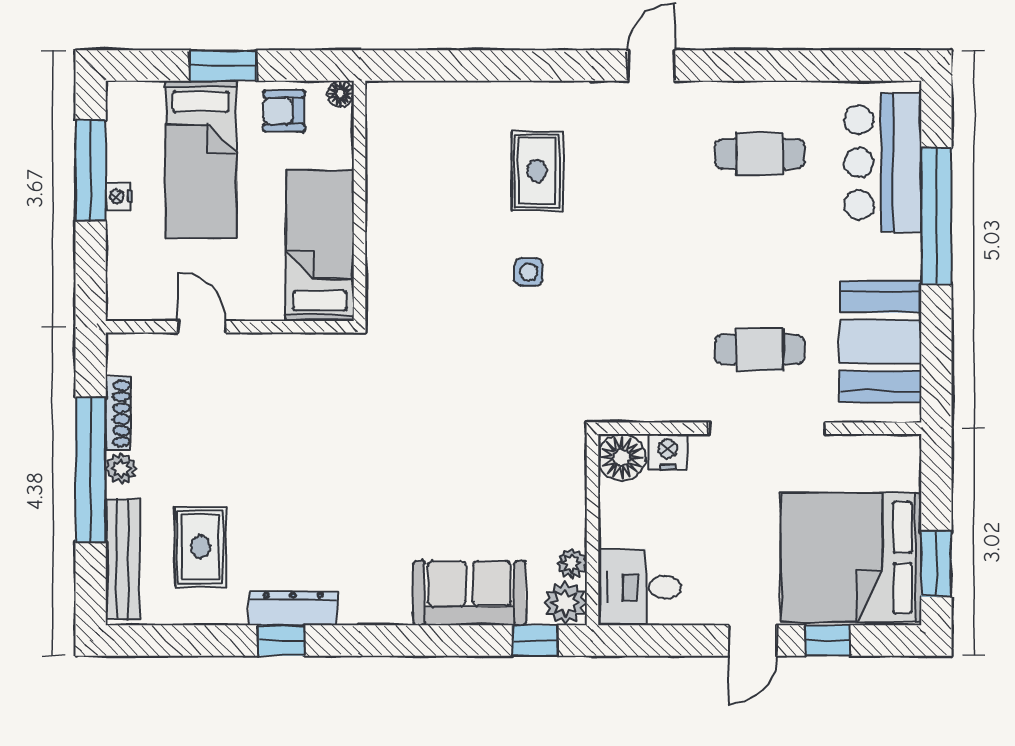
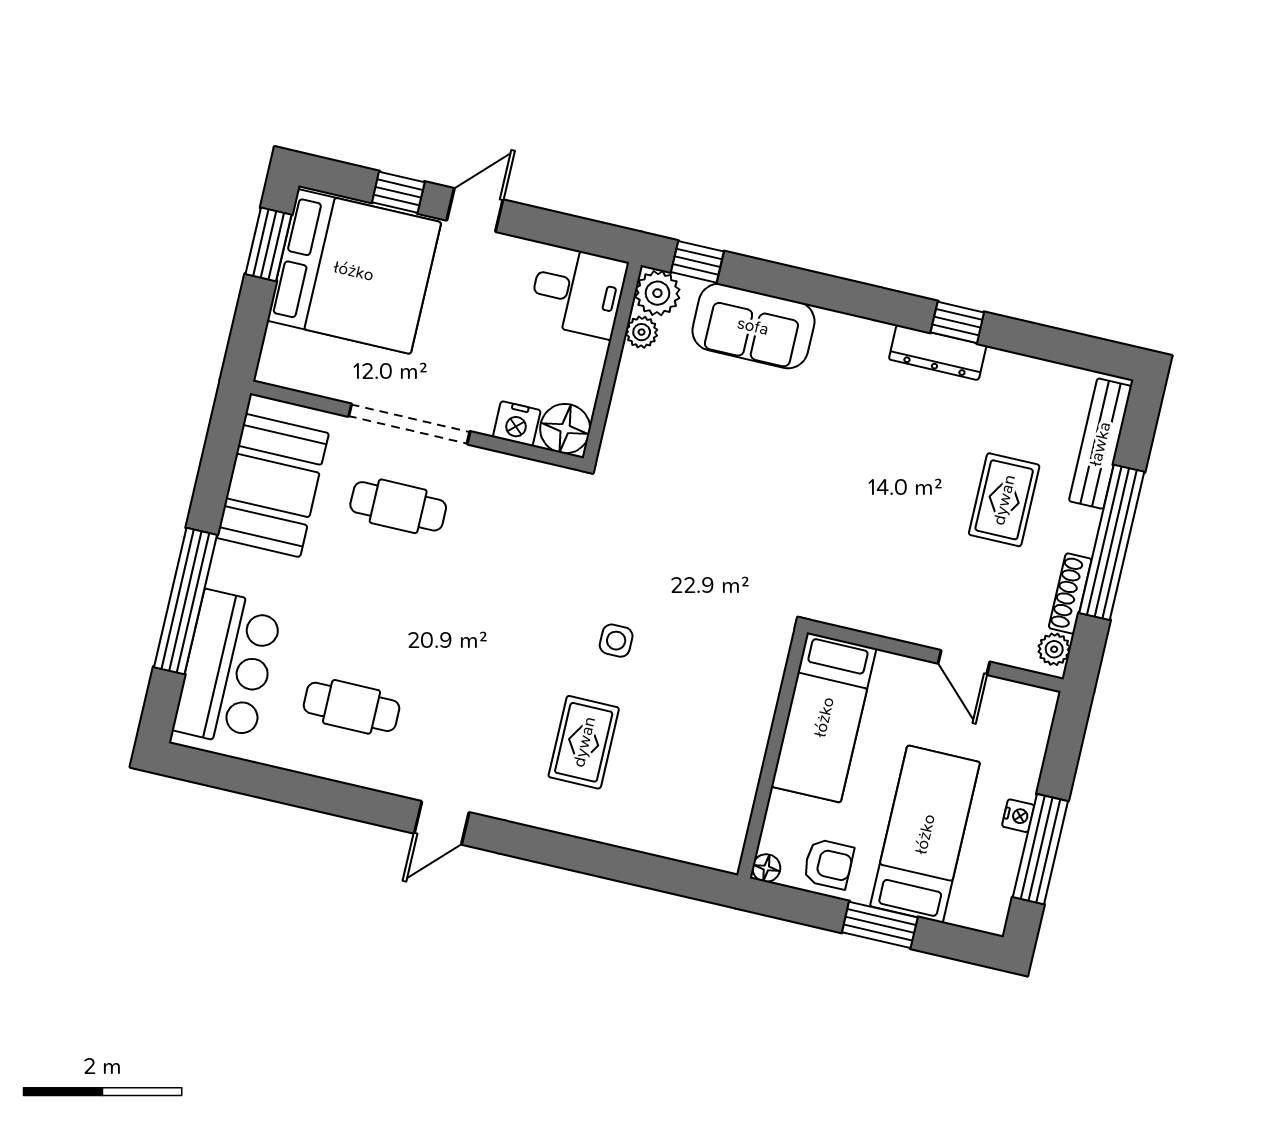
plant: (121, 469) -> (1054, 649), moved
rug: (200, 547) -> (1004, 500), moved

